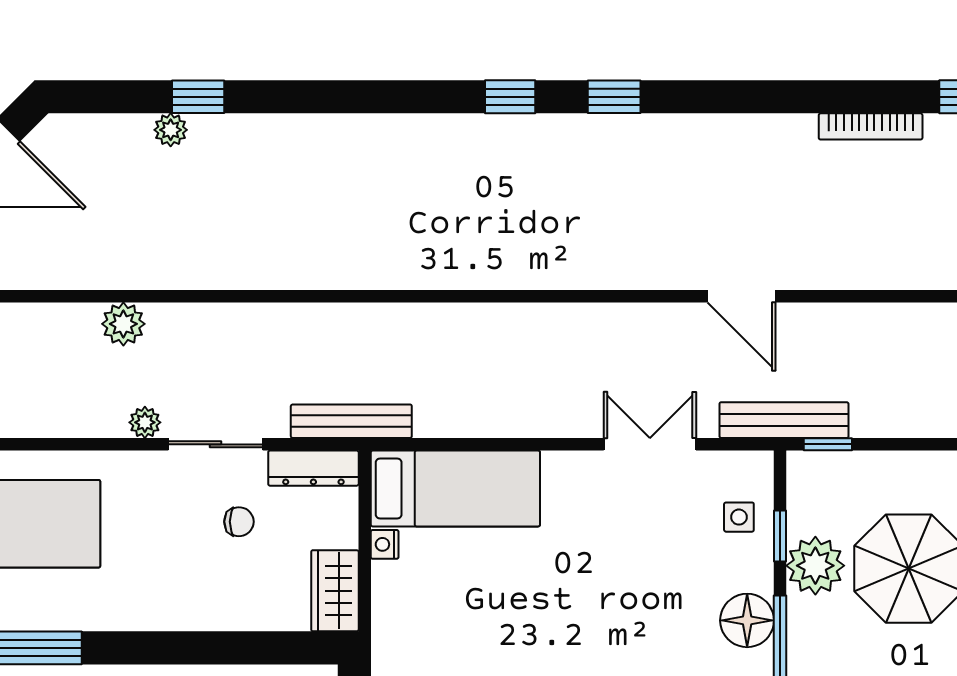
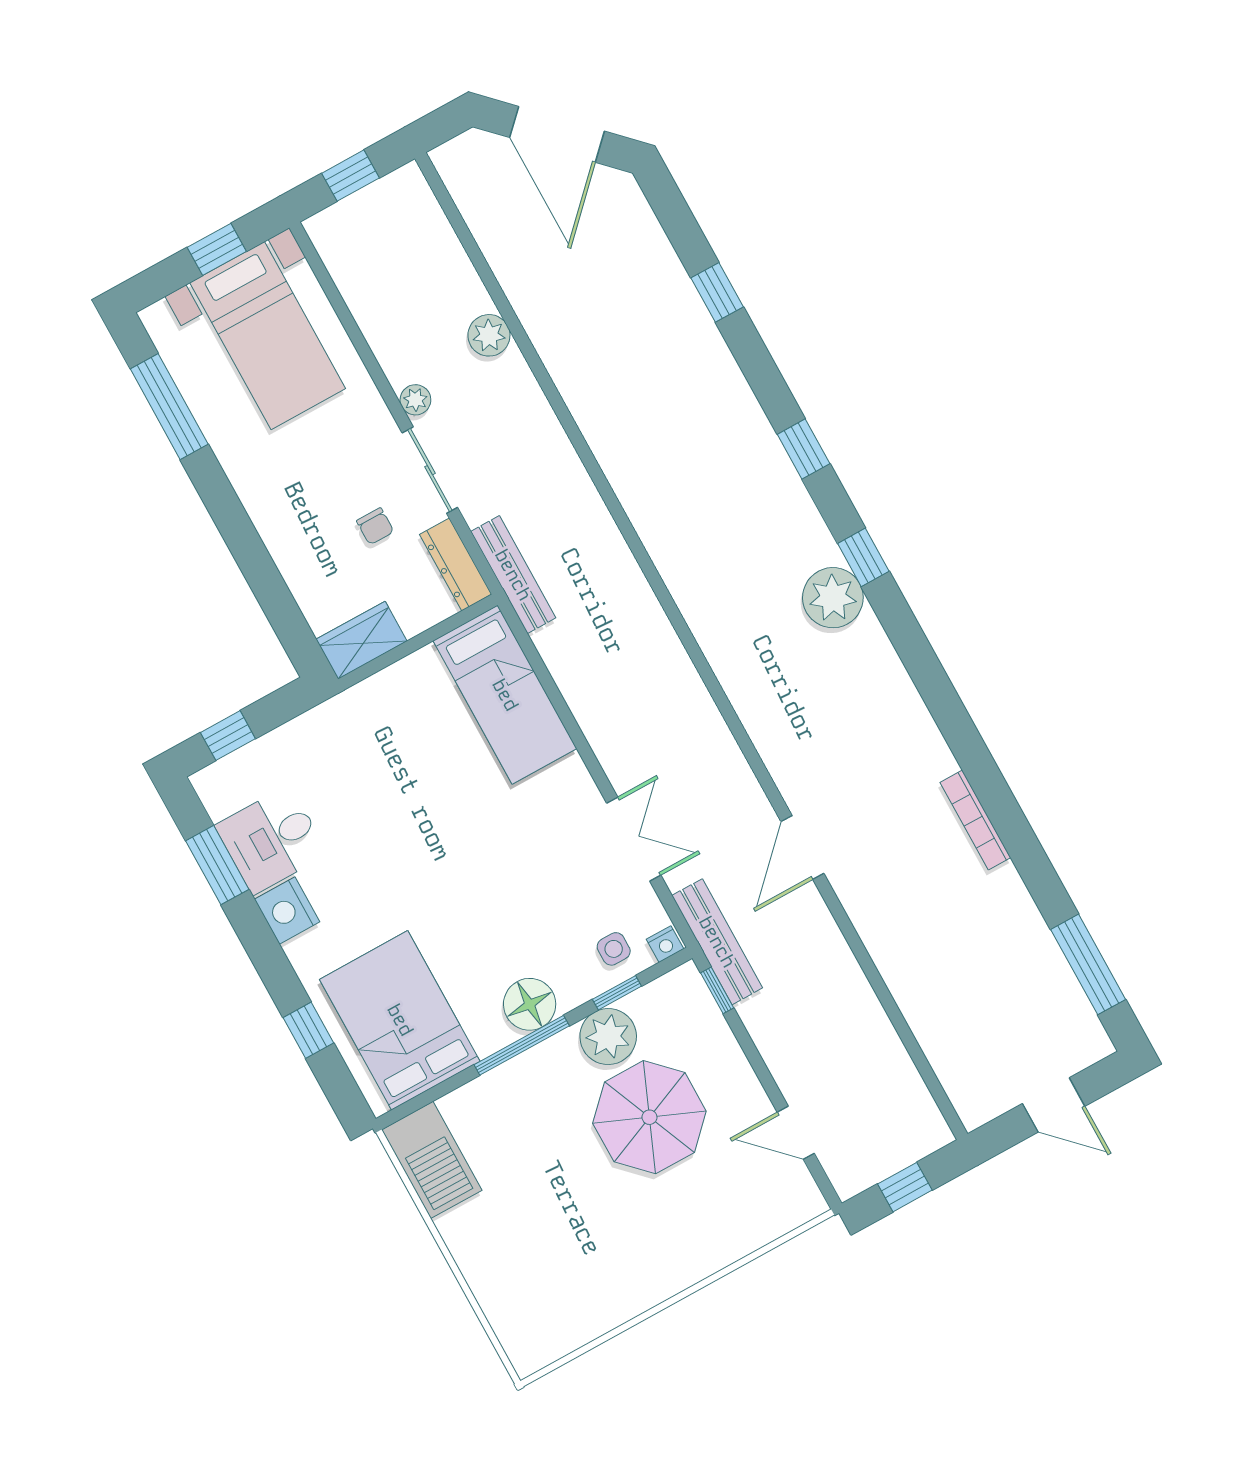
window: (614, 97) -> (804, 449), moved
bookcase: (871, 126) -> (975, 820), moved
plant: (171, 130) -> (833, 598), moved, width x1.88, depth x1.88
nightstand: (385, 544) -> (665, 944), moved, turned 180

